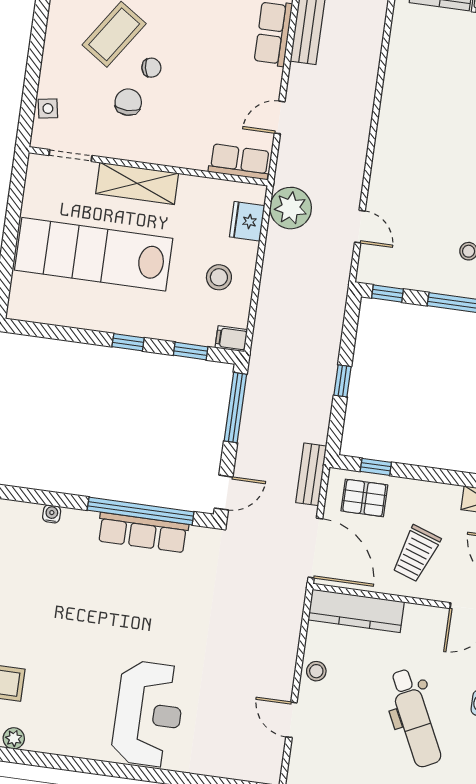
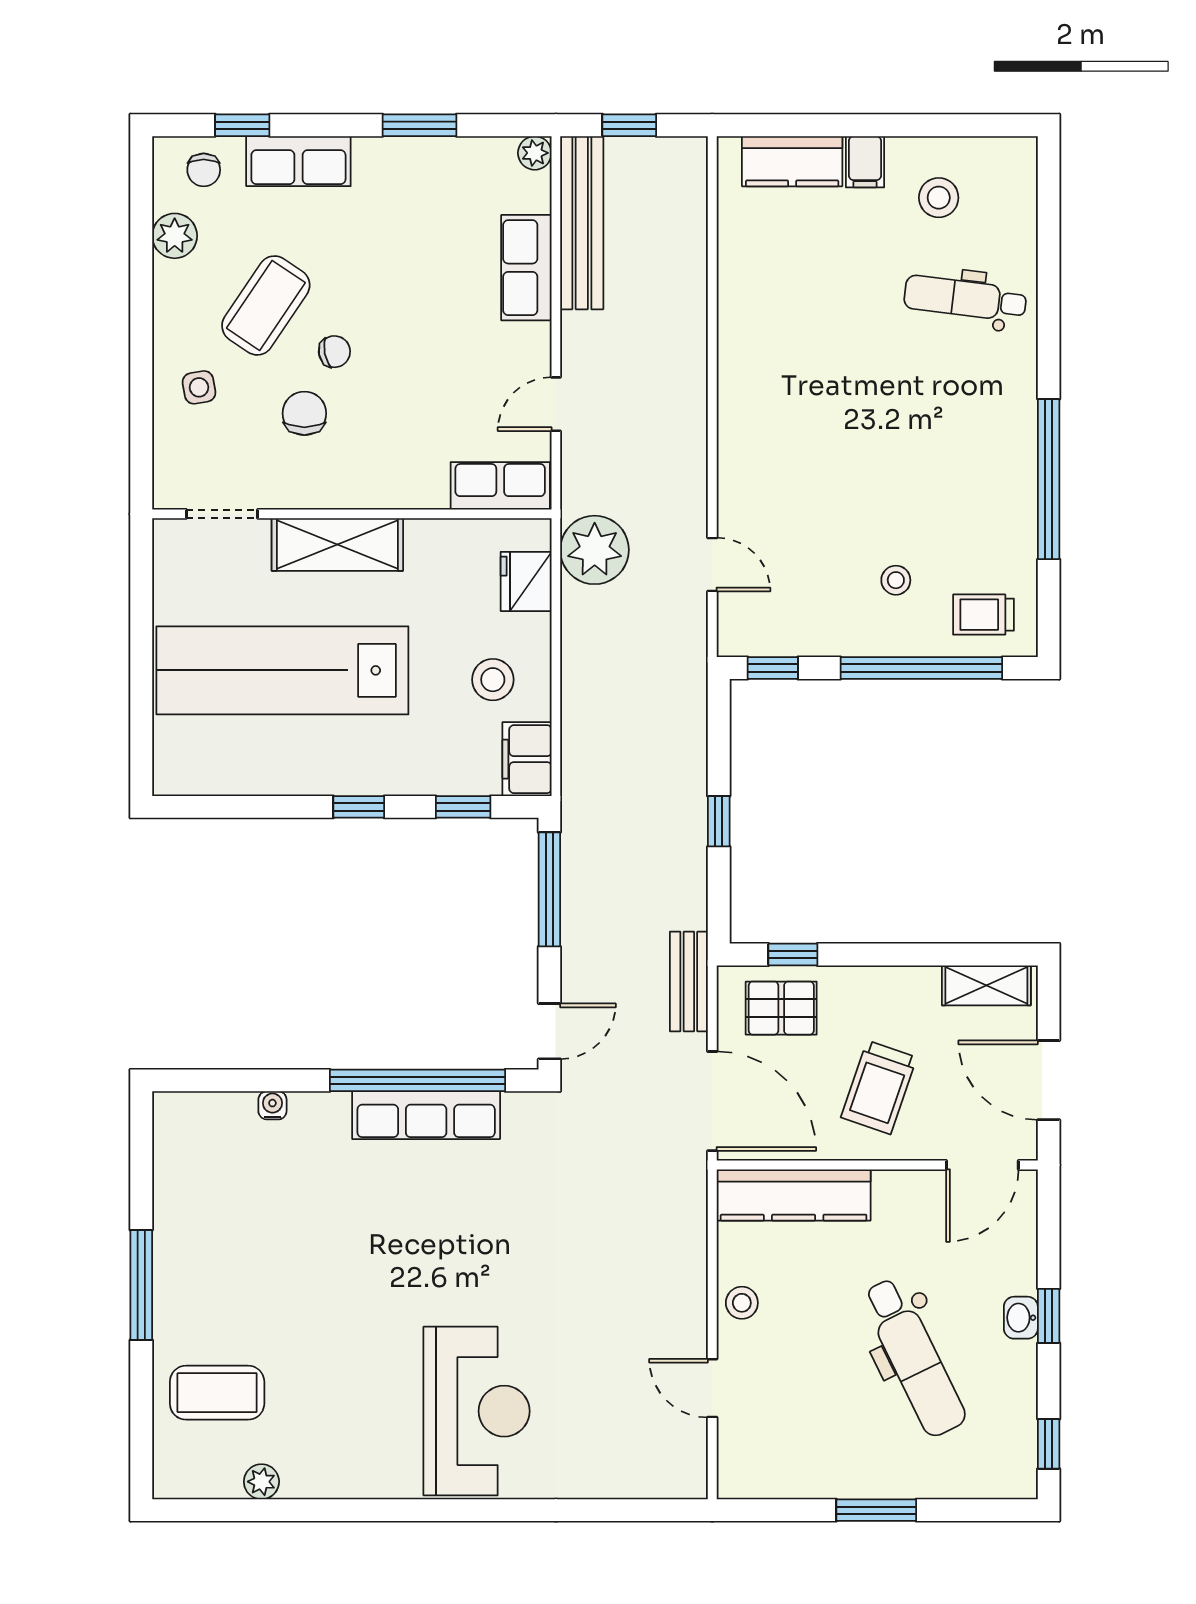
side table: (48, 109) -> (199, 387), moved
filing cabinet: (231, 339) -> (527, 759), width x2.00

